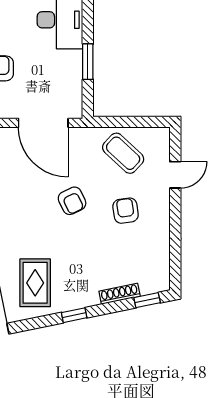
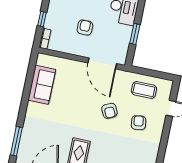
coffee table: (123, 153) -> (144, 90), turned -43

